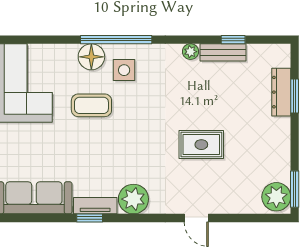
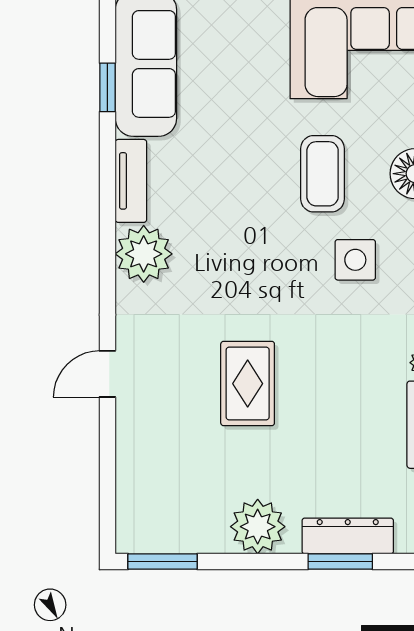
side table: (124, 70) -> (355, 260), moved
plant: (276, 197) -> (258, 527), moved
window: (90, 218) -> (107, 87), moved

